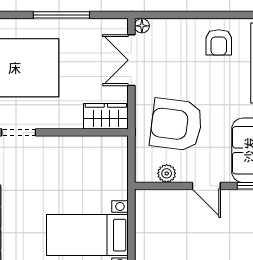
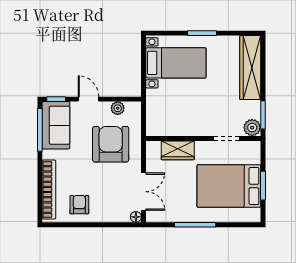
wardrobe: (106, 116) -> (178, 150), moved
armchair: (176, 125) -> (111, 144), turned -97

